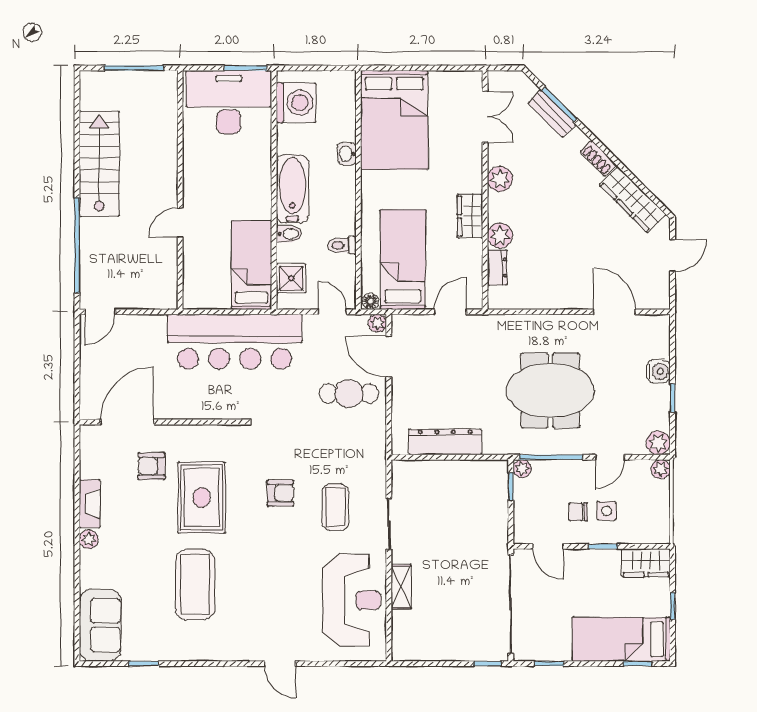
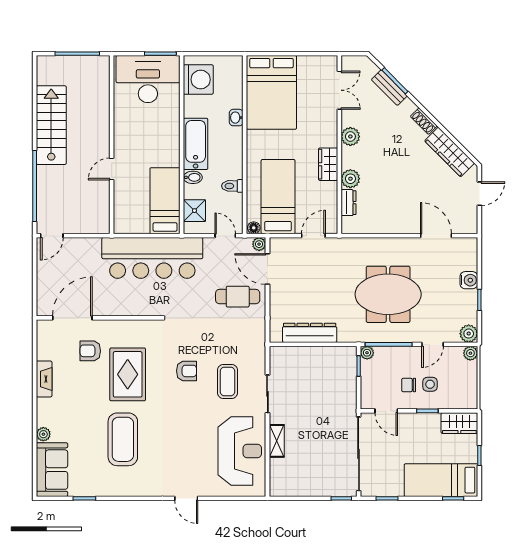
plant: (89, 539) -> (43, 434), moved

